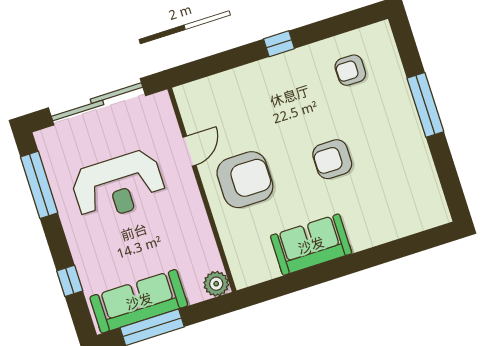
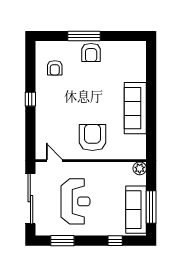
door: (190, 151) -> (54, 161), moved
armchair: (332, 159) -> (91, 53), moved
window: (39, 185) -> (62, 241), width x0.69
sofa: (311, 245) -> (135, 108), width x1.36

